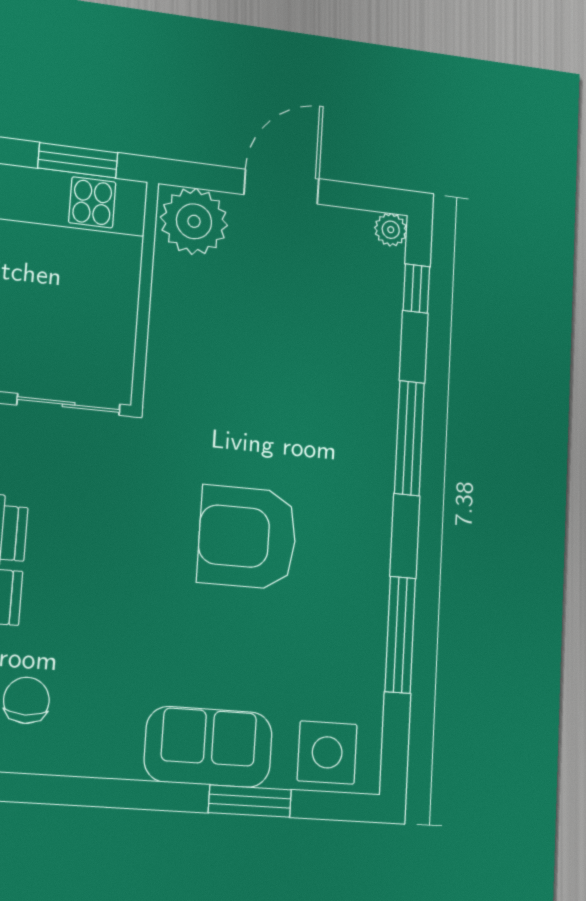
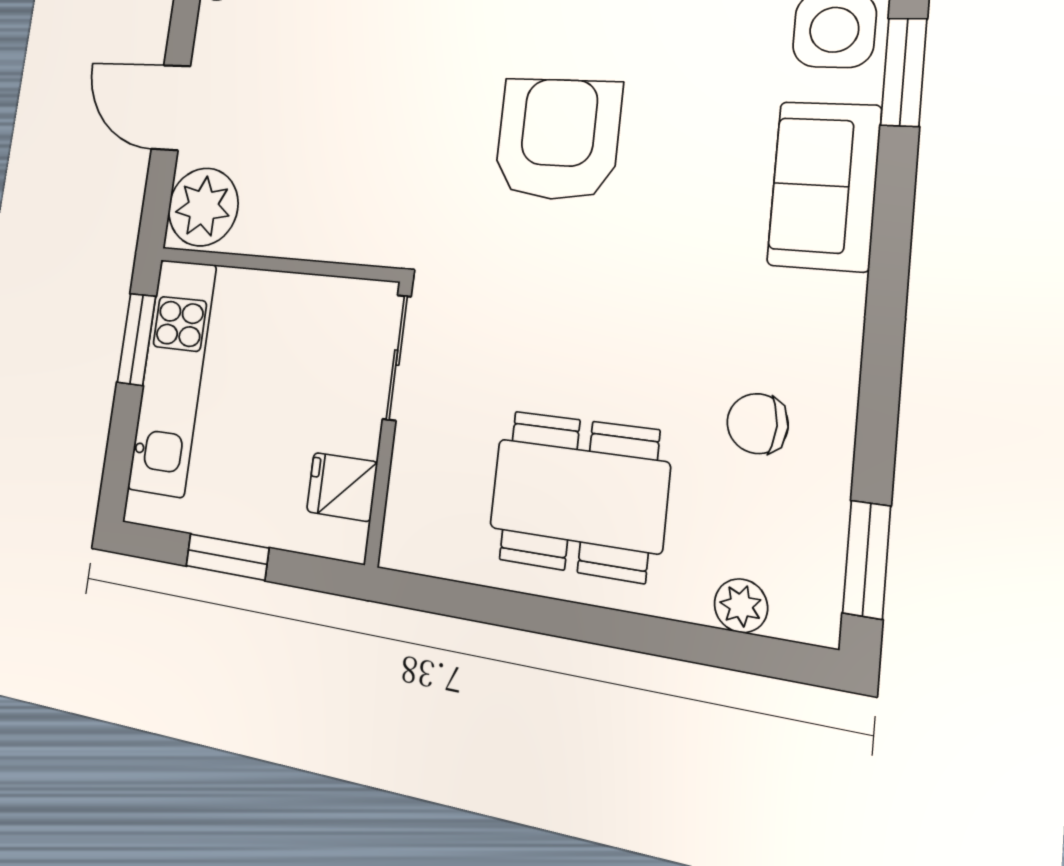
armchair: (247, 537) -> (558, 139), turned 180
window: (250, 801) -> (904, 72), moved

